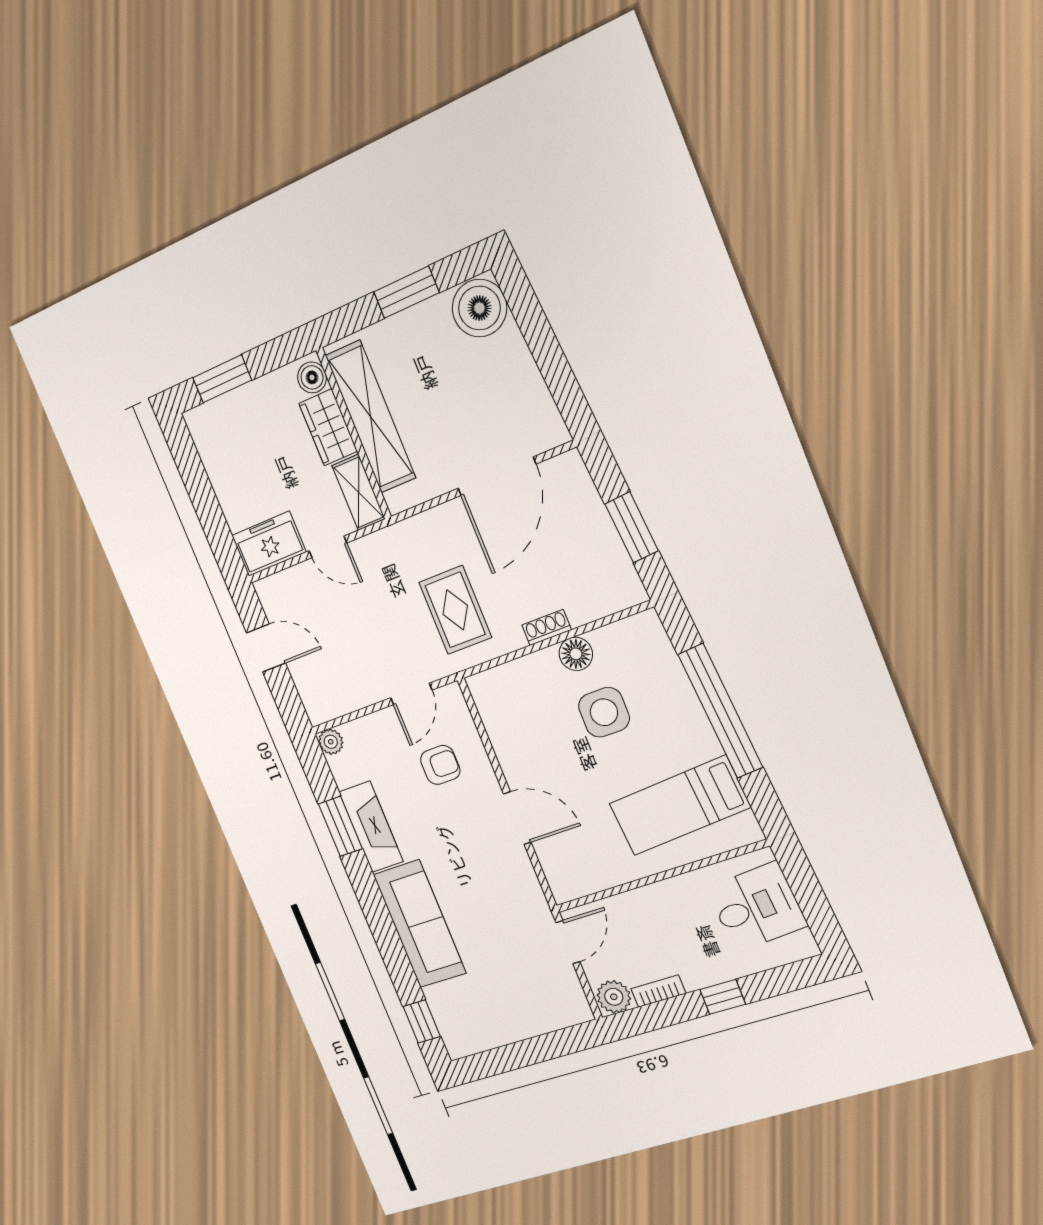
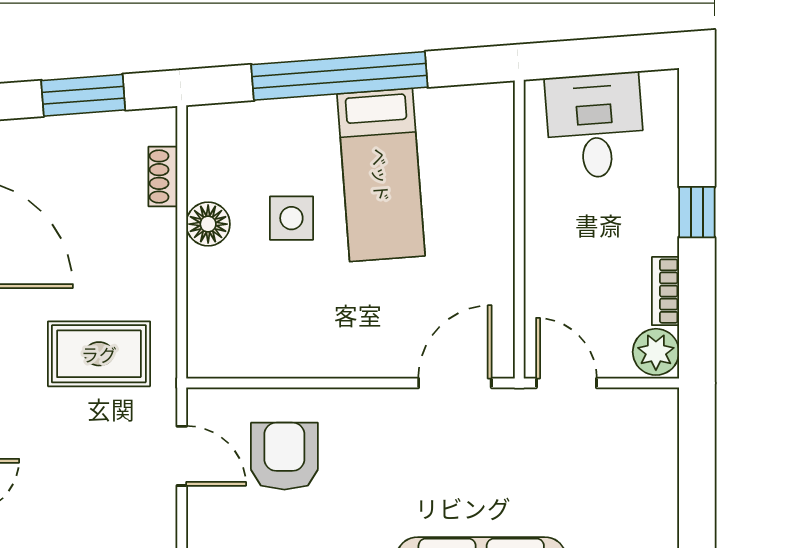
shoe rack: (547, 627) -> (163, 177), moved
side table: (604, 712) -> (291, 218), width x0.73, depth x0.73
armchair: (440, 765) -> (284, 456), width x1.38, depth x1.38
bed: (680, 806) -> (381, 175), moved
door: (517, 818) -> (455, 383), moved

